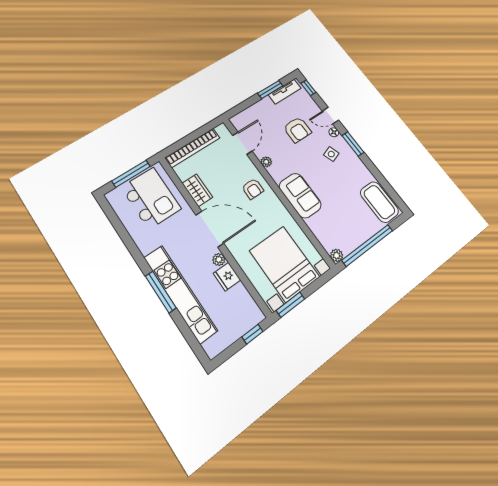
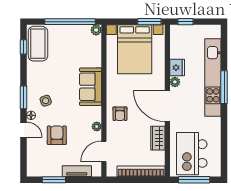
window: (308, 88) -> (24, 47), moved
tv unit: (285, 91) -> (77, 171), moved
armchair: (253, 189) -> (120, 114), turned 180

